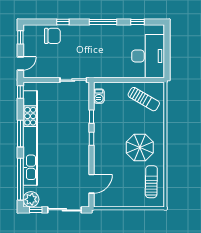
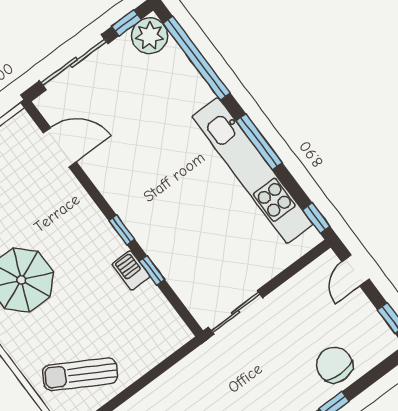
chair: (52, 36) -> (334, 365), turned 90
barbecue: (99, 96) -> (131, 270), moved
kitchen unit: (30, 138) -> (252, 170), width x0.73
door: (92, 184) -> (60, 147), swing flipped

